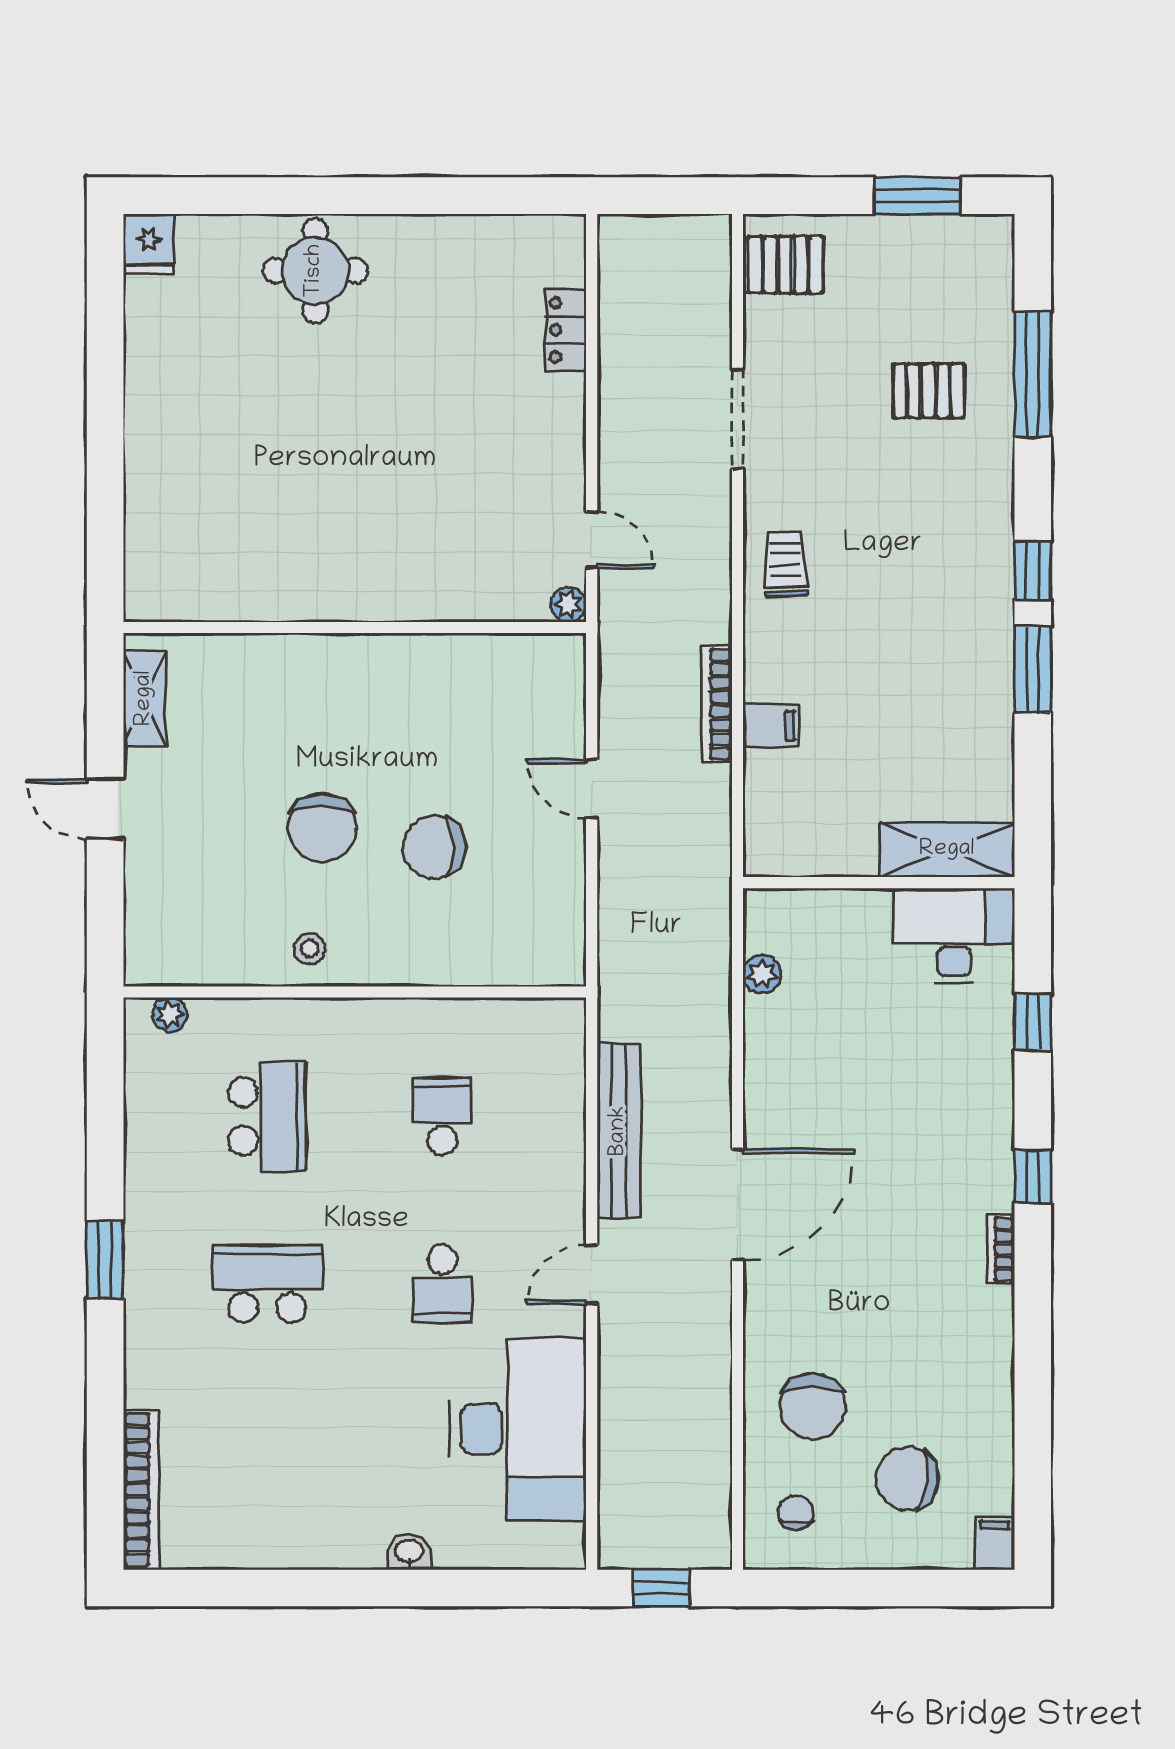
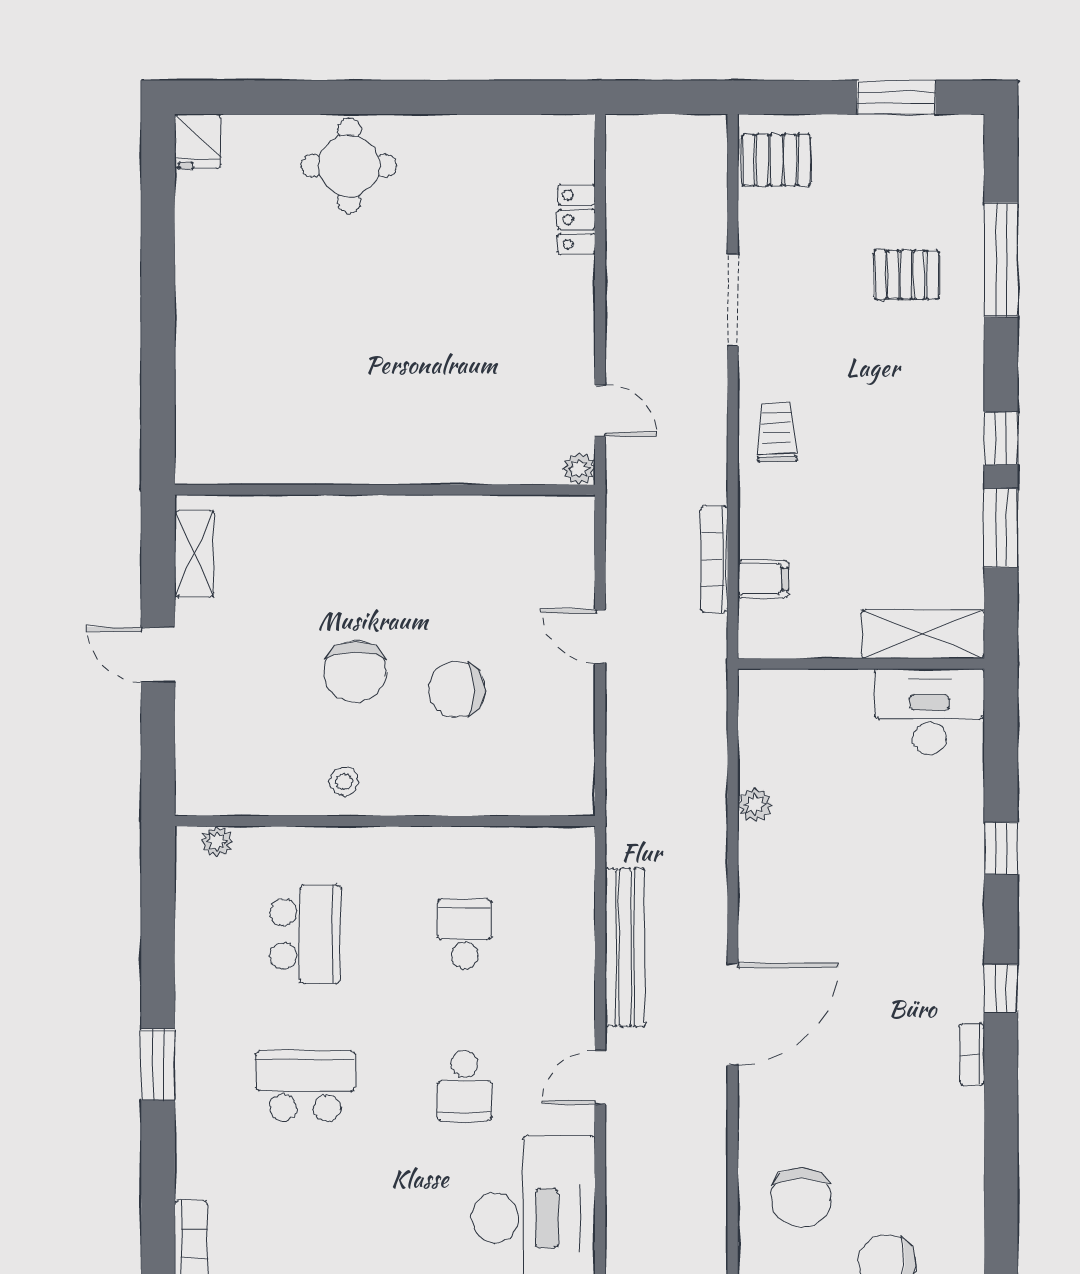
shelving: (947, 850) -> (923, 634), moved
wall: (879, 883) -> (861, 664), moved
desk: (954, 936) -> (929, 712), moved

